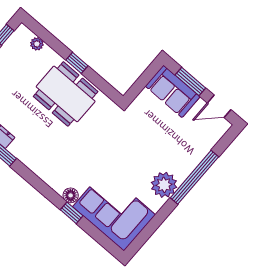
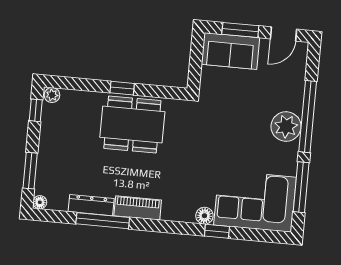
plant: (37, 44) -> (52, 95), moved
piano: (27, 156) -> (138, 208), added
plant: (164, 185) -> (286, 126), moved
window: (154, 224) -> (301, 187), added

